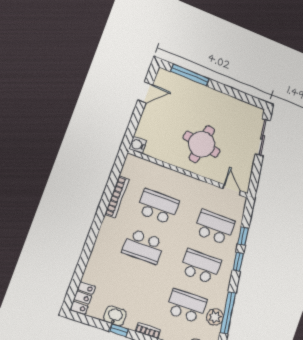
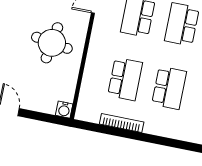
school desk: (158, 207) -> (125, 79), turned 180

